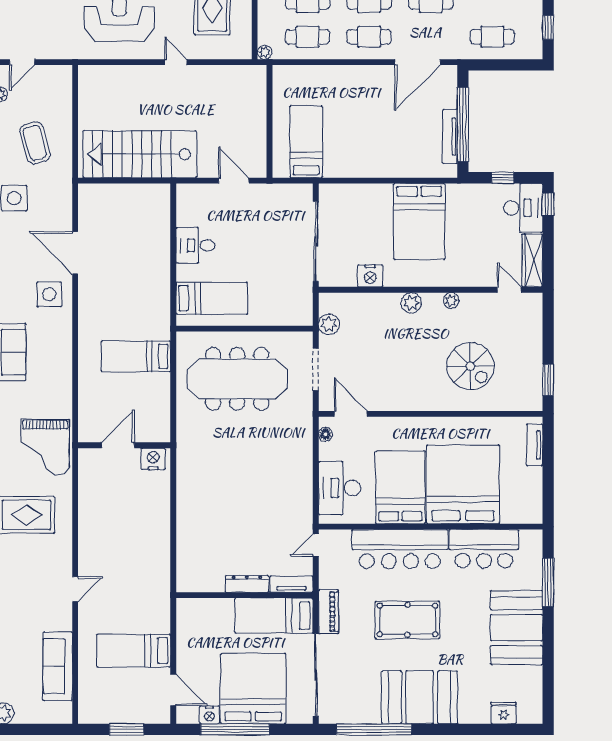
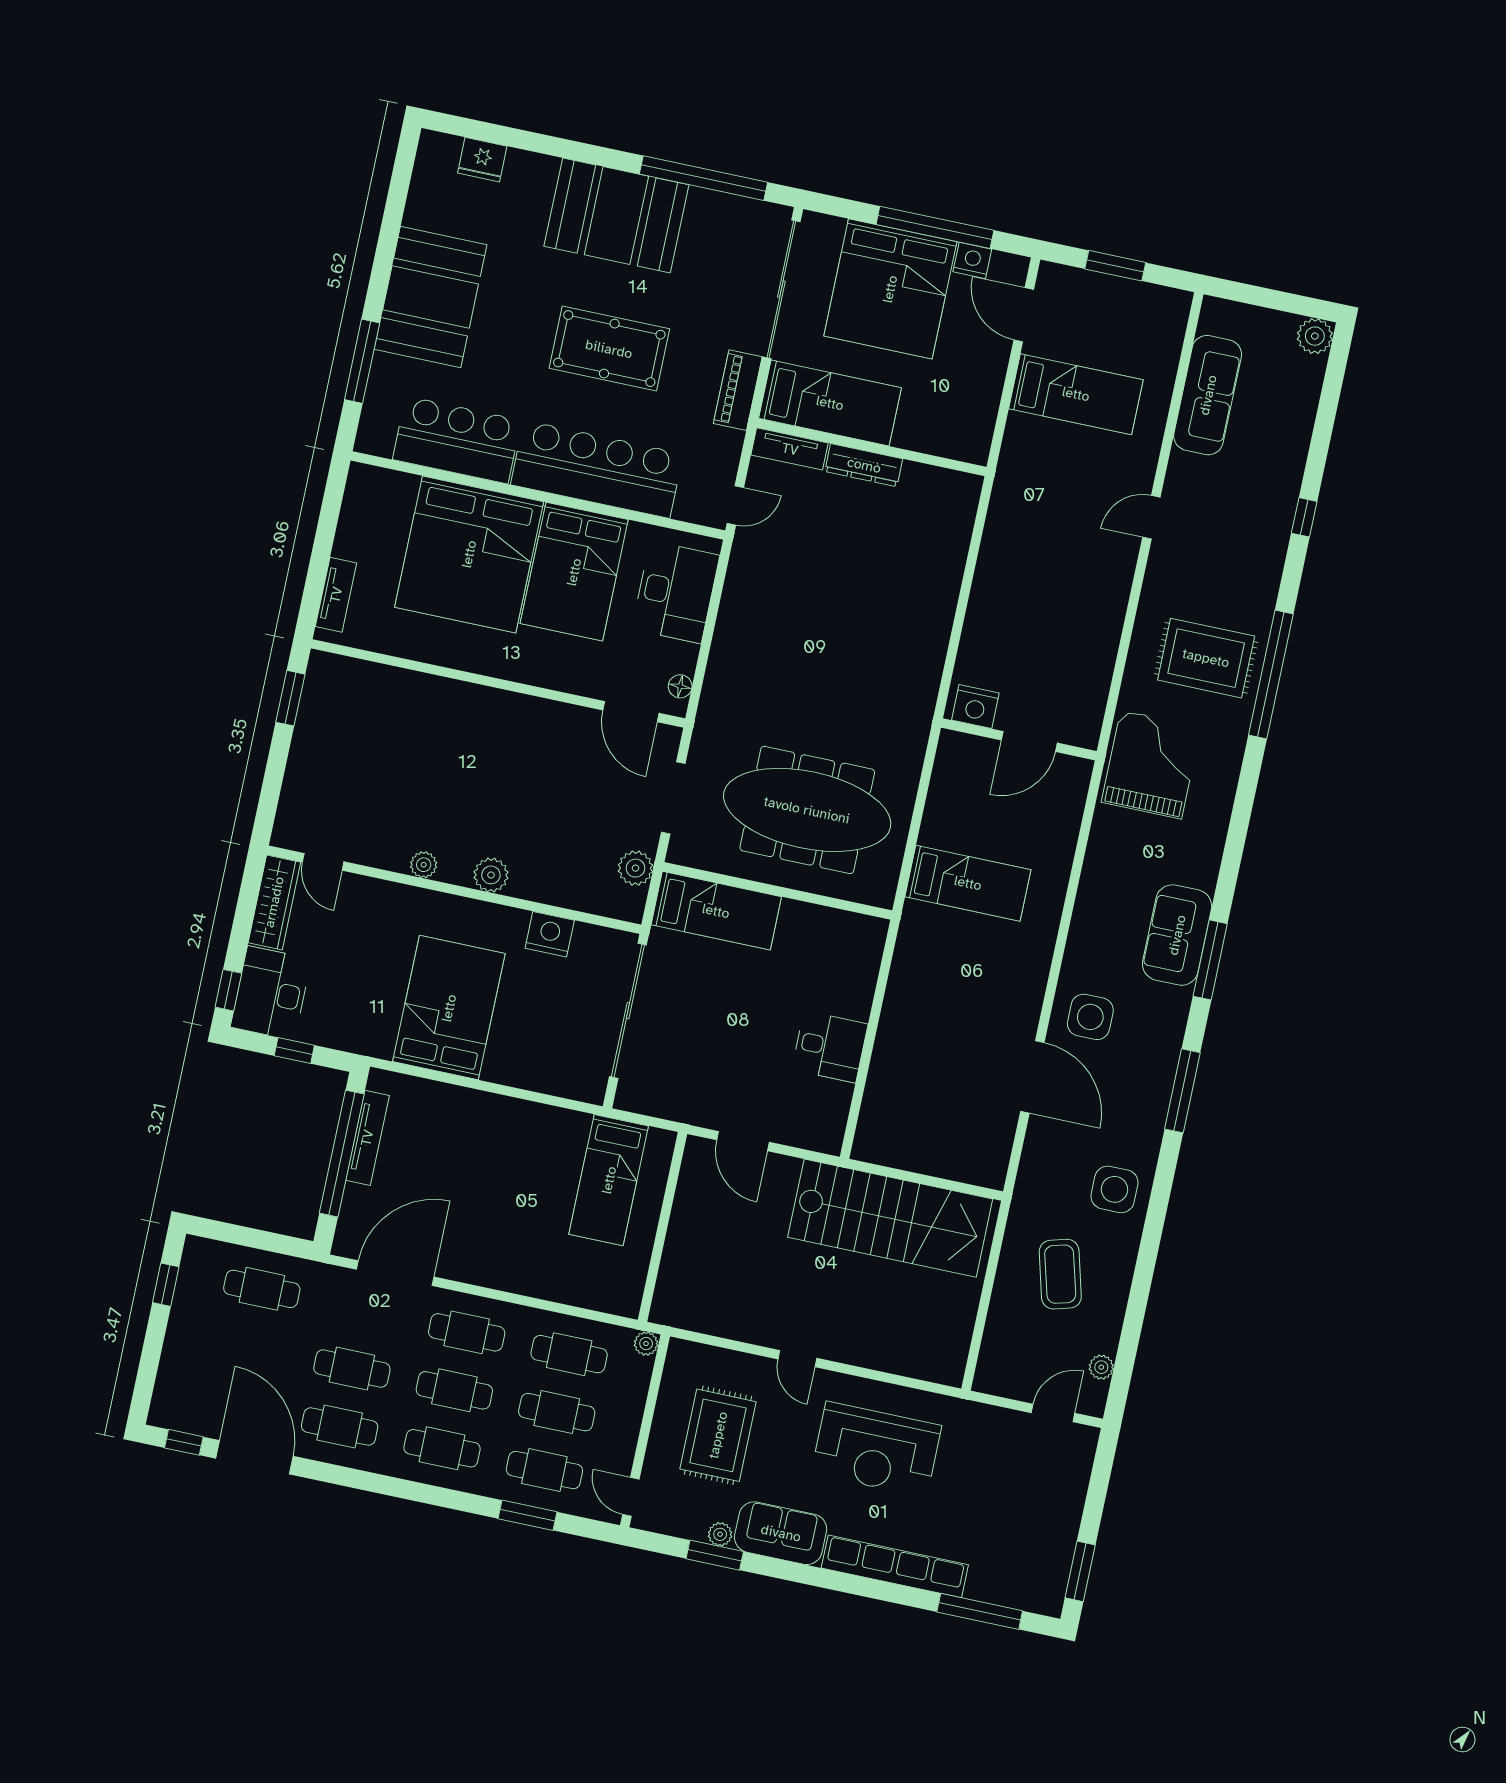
bed: (212, 298) -> (716, 911), moved, turned 180
spiral stairs: (470, 366) -> (415, 749), removed

